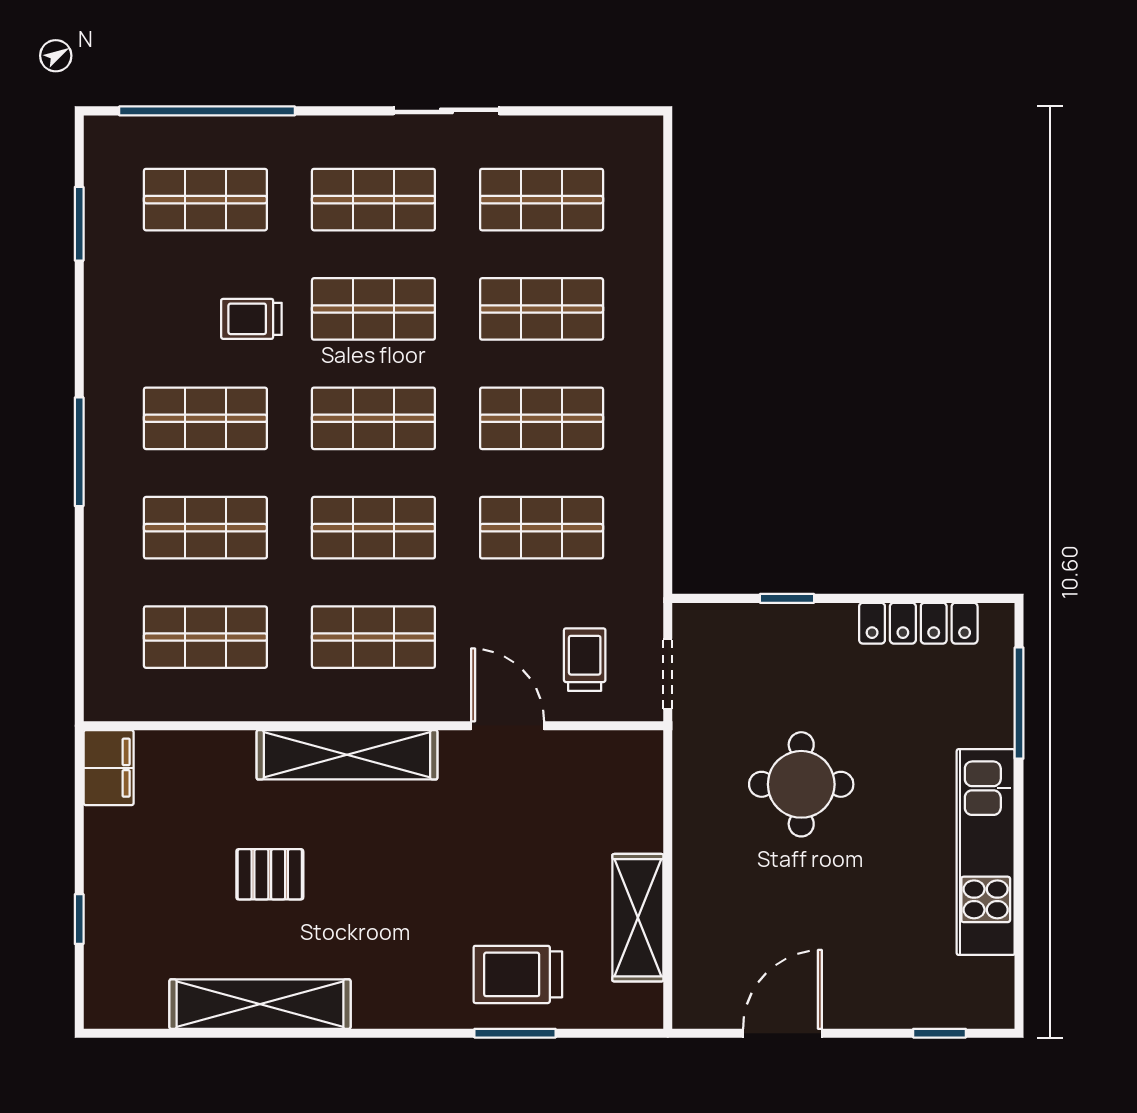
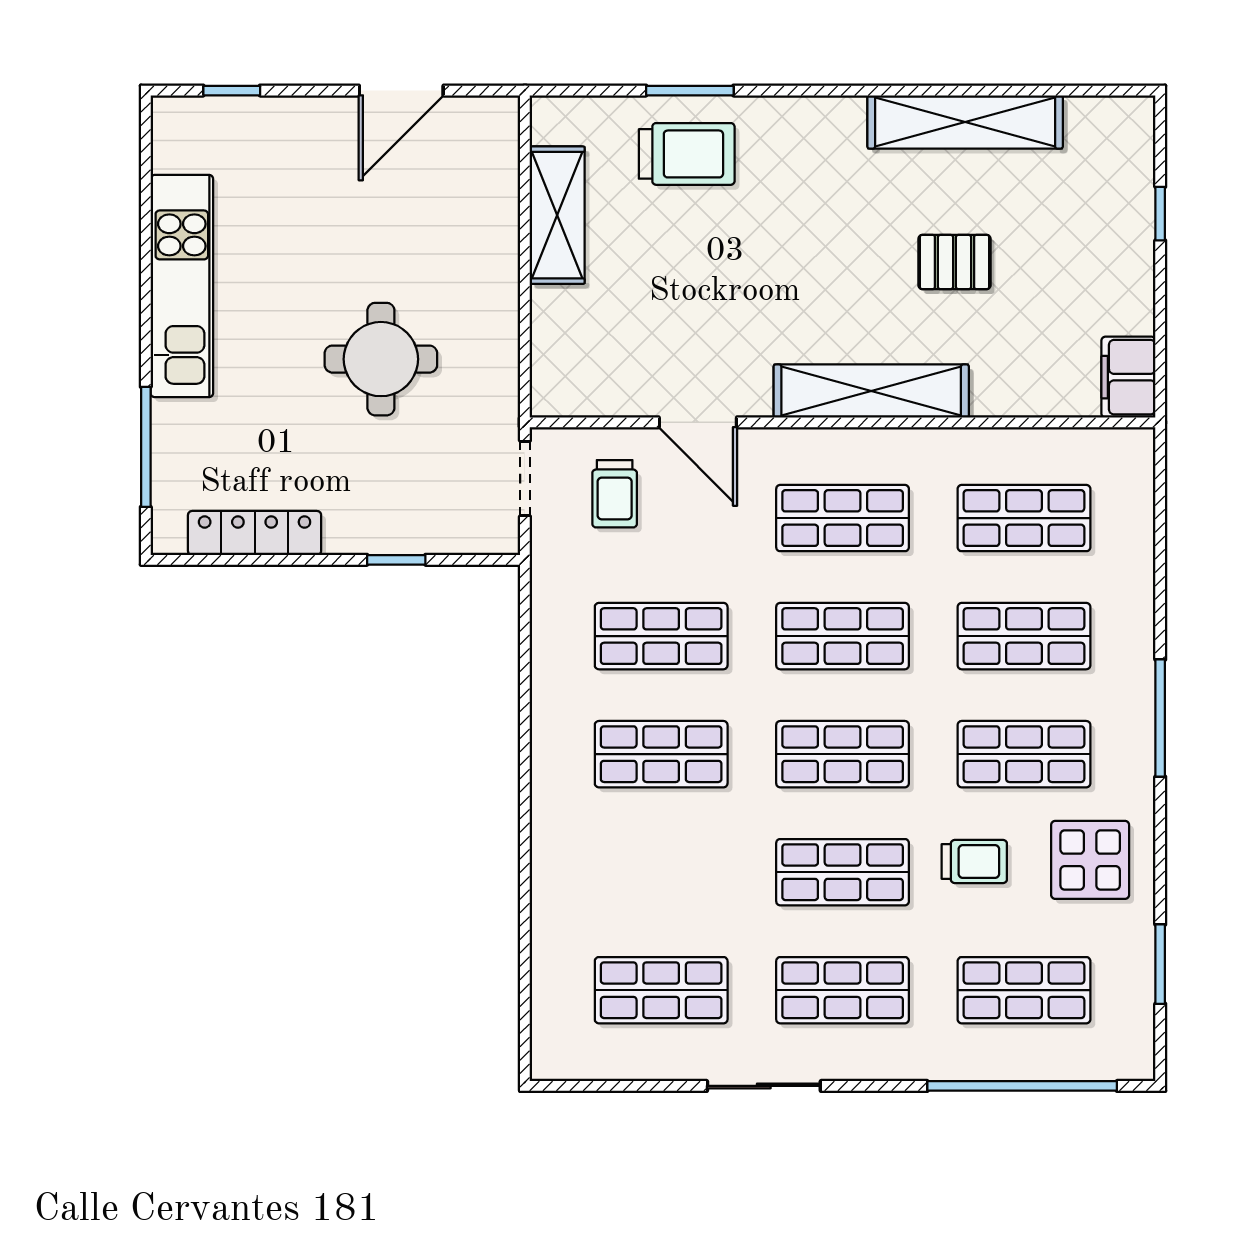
shop shelf: (542, 309) -> (661, 872), removed
display table: (144, 320) -> (1090, 860), added

